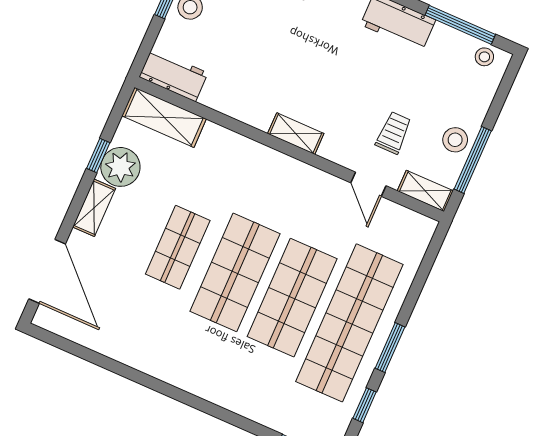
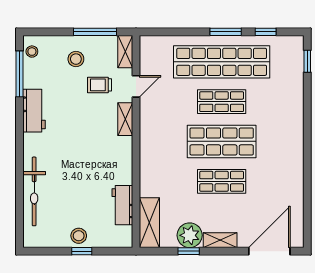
workbench: (173, 75) -> (122, 205), moved
shelving: (296, 134) -> (125, 119), moved
stool: (455, 140) -> (76, 59), moved
shop shelf: (292, 298) -> (222, 102), width x0.70, depth x0.74

